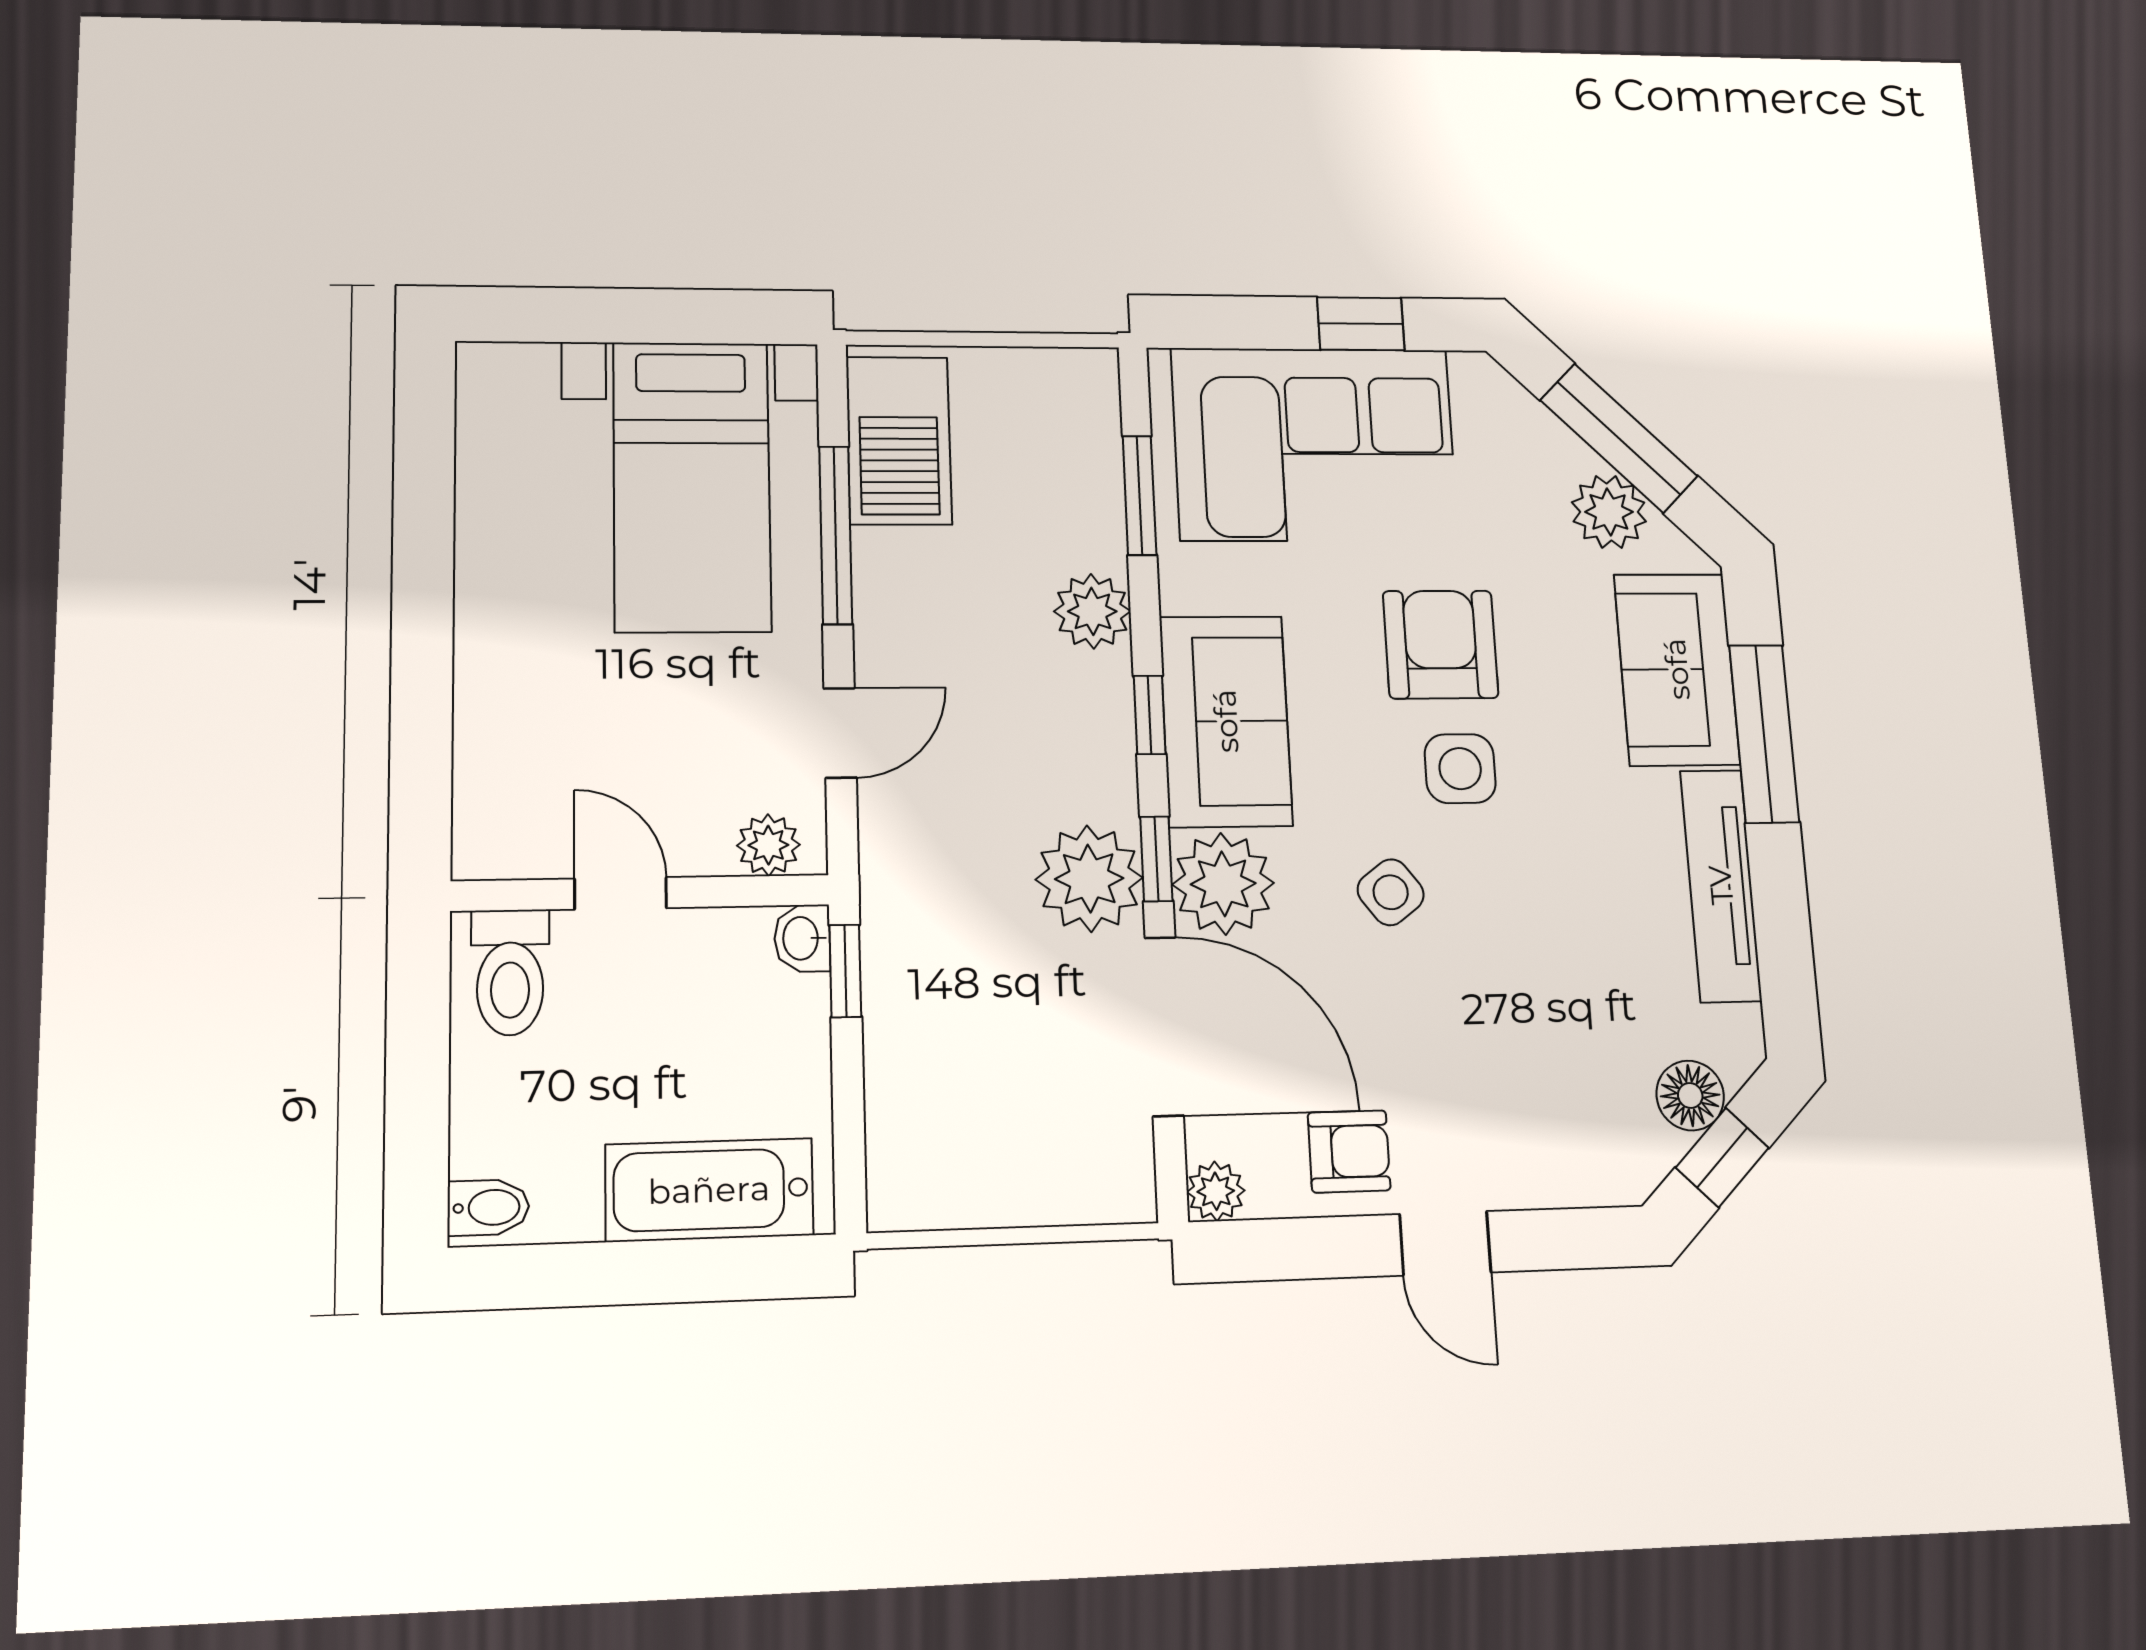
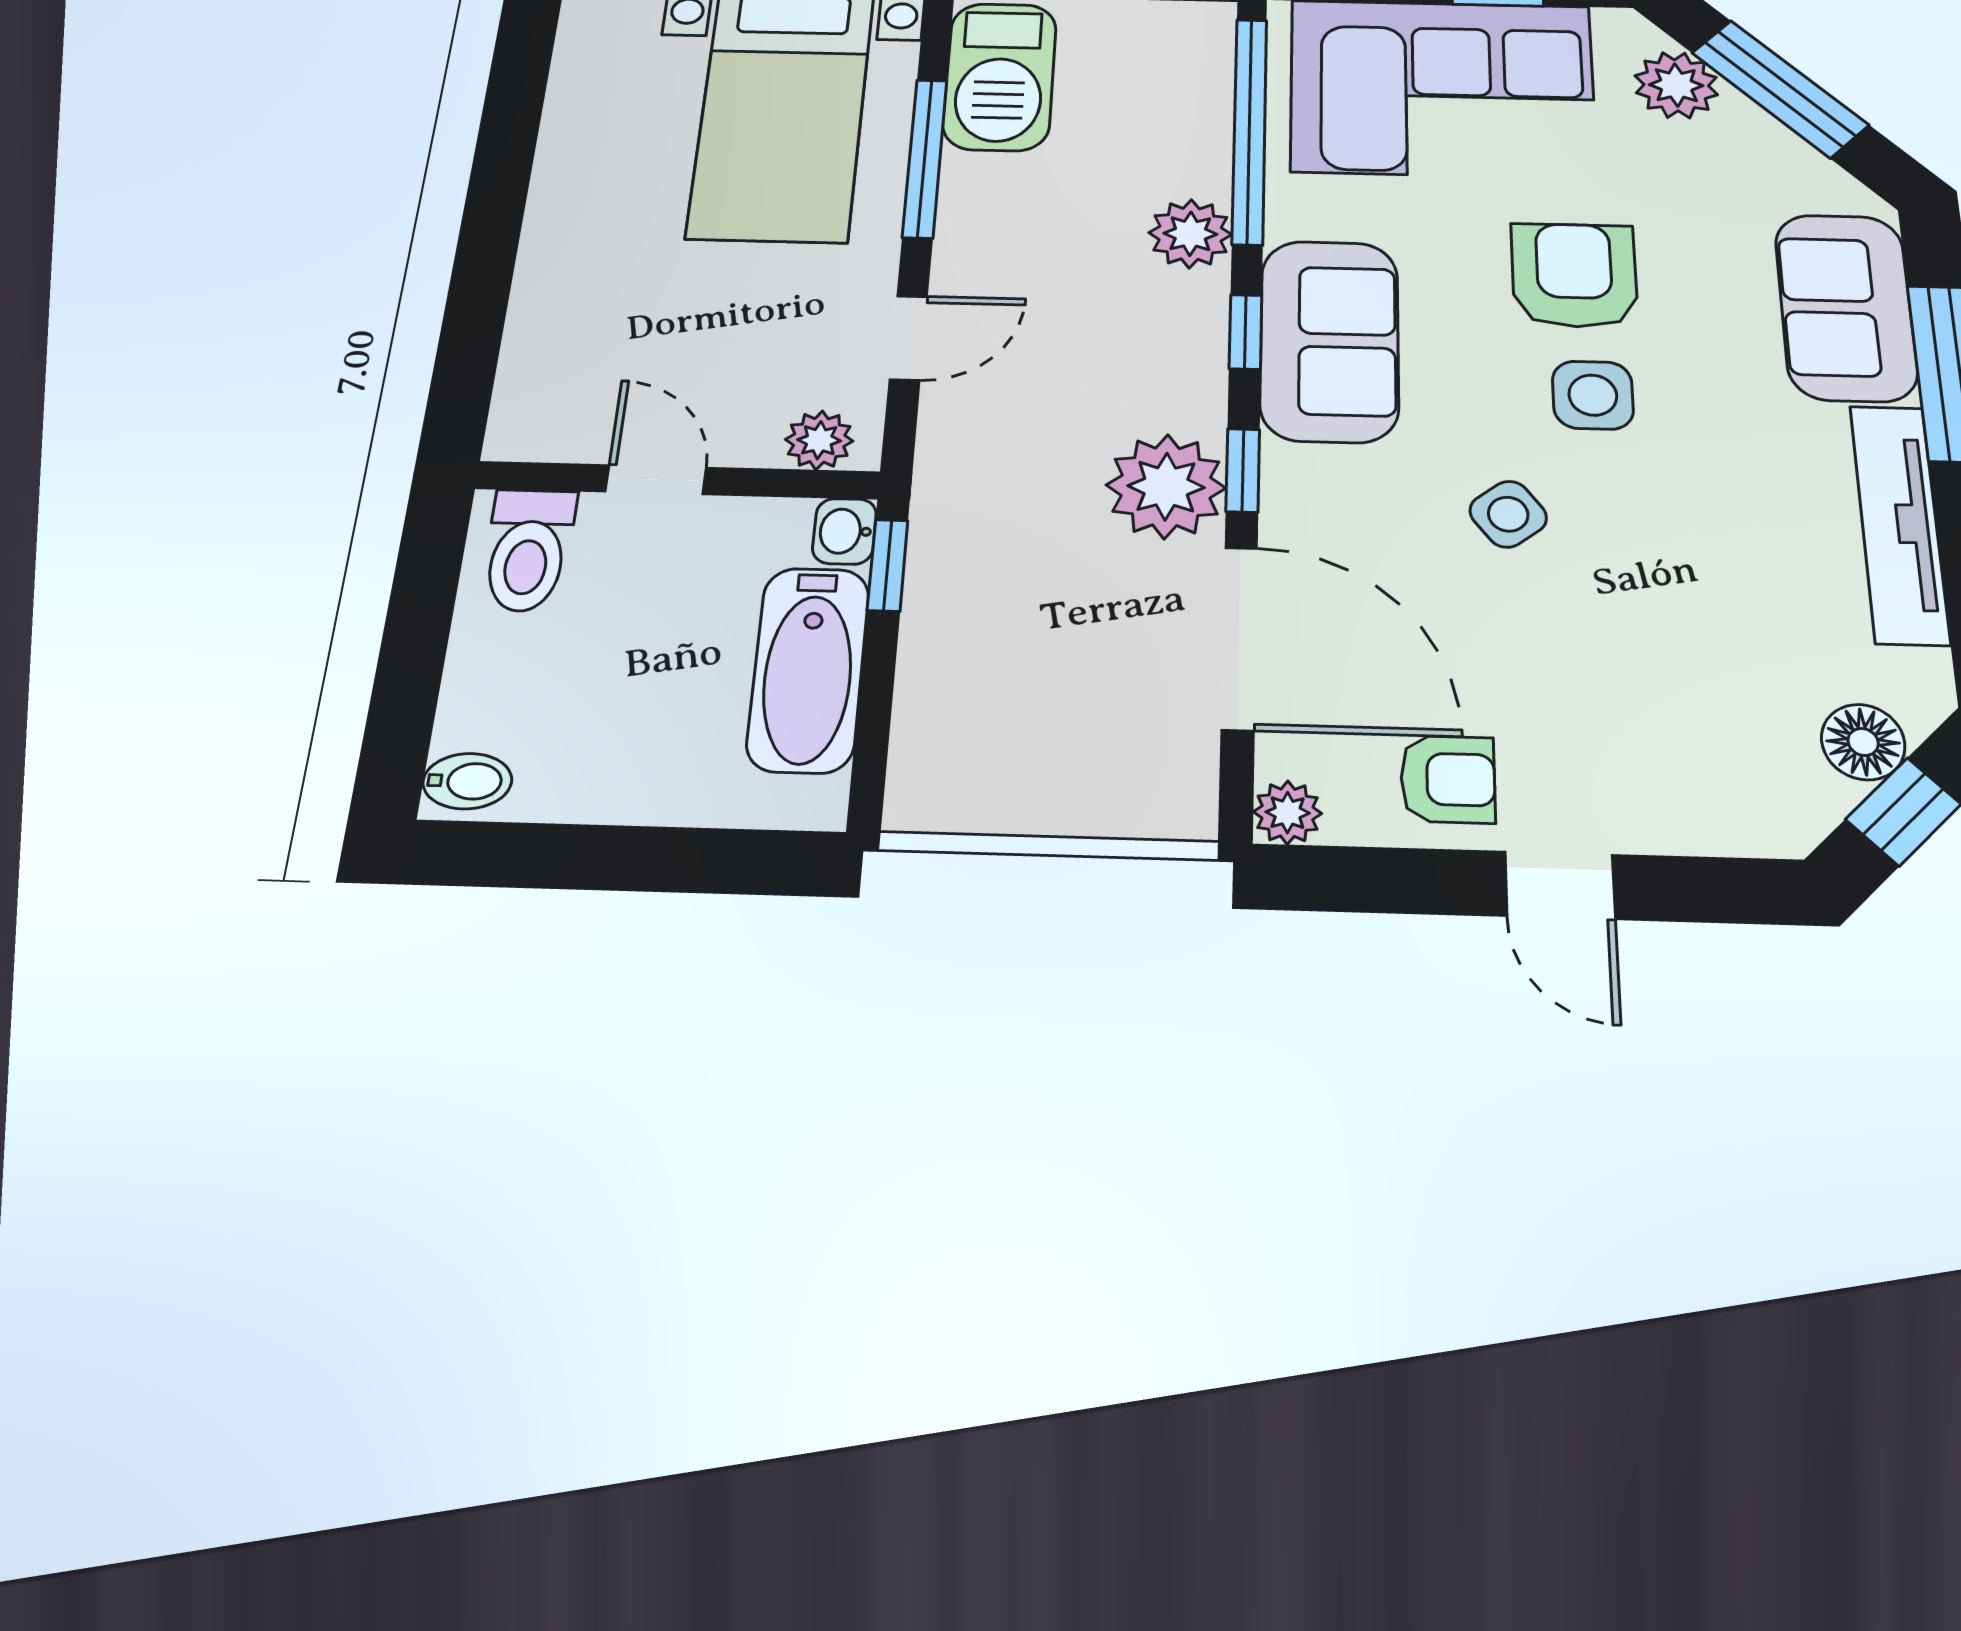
window: (1140, 495) -> (1250, 130), width x2.11
plant: (1609, 512) -> (1676, 85), moved
plant: (1223, 884) -> (1317, 498), removed
bathtub: (709, 1190) -> (808, 669), moved, turned -90

